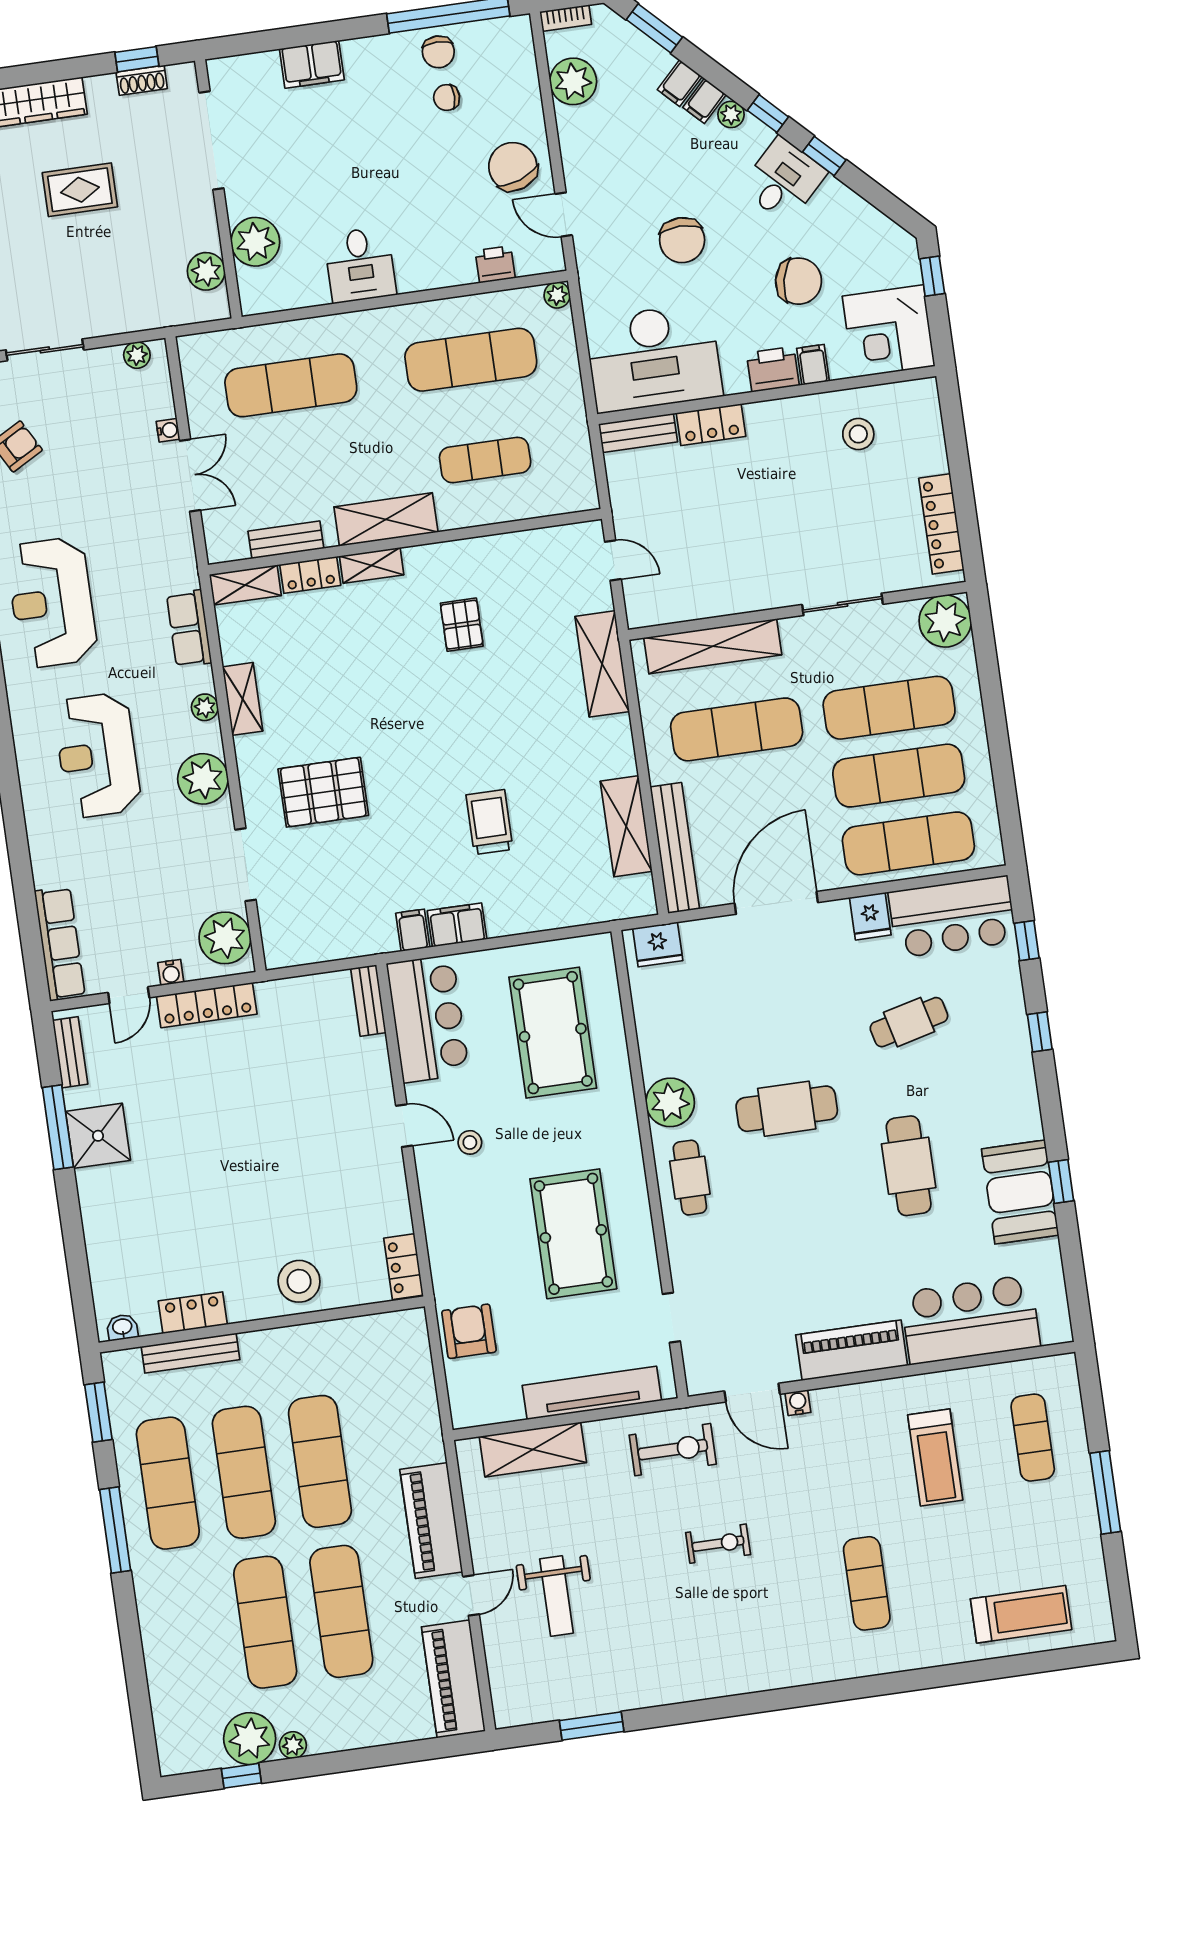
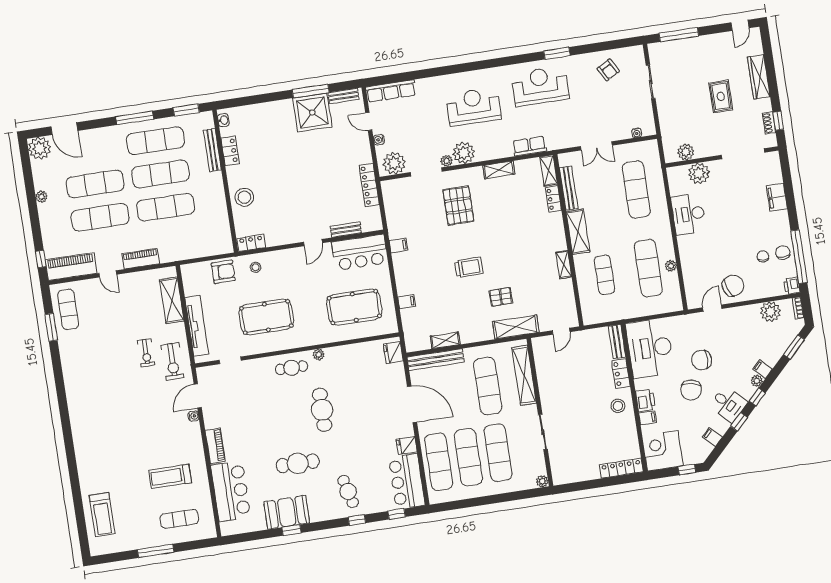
chair: (438, 52) -> (783, 253), turned 90
filing cabinet: (680, 83) -> (712, 437), moved
printer: (495, 264) -> (792, 286), moved, turned 180
desk: (360, 265) -> (688, 214), width x1.37
chair: (798, 281) -> (691, 390), moved
plant: (557, 295) -> (671, 266), moved
plant: (137, 355) -> (649, 122), removed
water cooler: (168, 430) -> (637, 133), moved
stool: (858, 434) -> (618, 406), moved
locker: (941, 524) -> (621, 468), moved
bench: (286, 540) -> (569, 188), width x1.36
shelving: (372, 565) -> (564, 264), moved
plant: (945, 621) -> (542, 481), width x0.53, depth x0.53
pallet: (462, 625) -> (501, 297), moved
plant: (205, 707) -> (447, 161), moved
trolley: (489, 822) -> (469, 267), moved
shelving: (626, 826) -> (445, 340), width x0.67, depth x0.75
filing cabinet: (457, 925) -> (407, 302), moved, width x0.50
bench: (368, 1001) -> (346, 230), moved
locker: (207, 1005) -> (369, 185), moved
cafe table: (909, 1022) -> (348, 491), moved
plant: (670, 1102) -> (319, 355), width x0.53, depth x0.53
shower: (98, 1136) -> (312, 112), width x1.37, depth x1.37
stool: (470, 1142) -> (256, 267), moved
piano: (852, 1350) -> (215, 446), width x0.73, depth x0.75
piano: (431, 1521) -> (141, 259), width x0.73, depth x0.75
exercise bike: (718, 1544) -> (146, 353), moved
exercise mat: (867, 1583) -> (68, 309), moved, turned 90
weight bench: (556, 1596) -> (108, 311), removed
door: (138, 1691) -> (64, 129), added
plant: (250, 1739) -> (40, 148), moved
window: (241, 1776) -> (41, 259), moved

